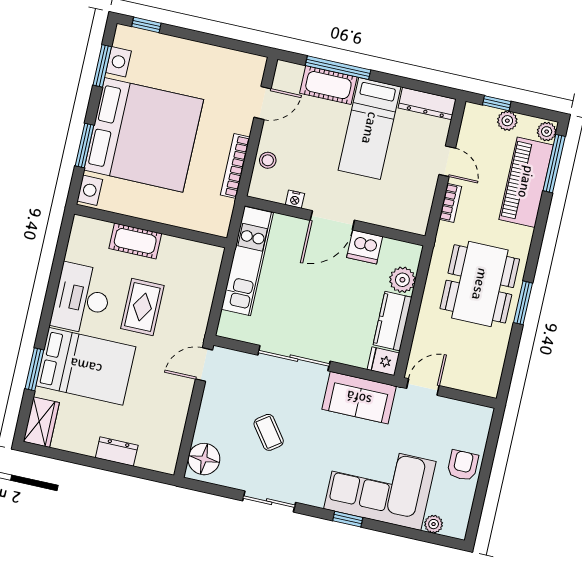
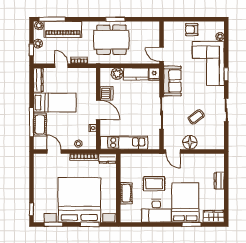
door: (447, 161) -> (61, 66), hinge flipped
dresser: (221, 217) -> (107, 158), added
floor lamp: (204, 459) -> (190, 142), moved

